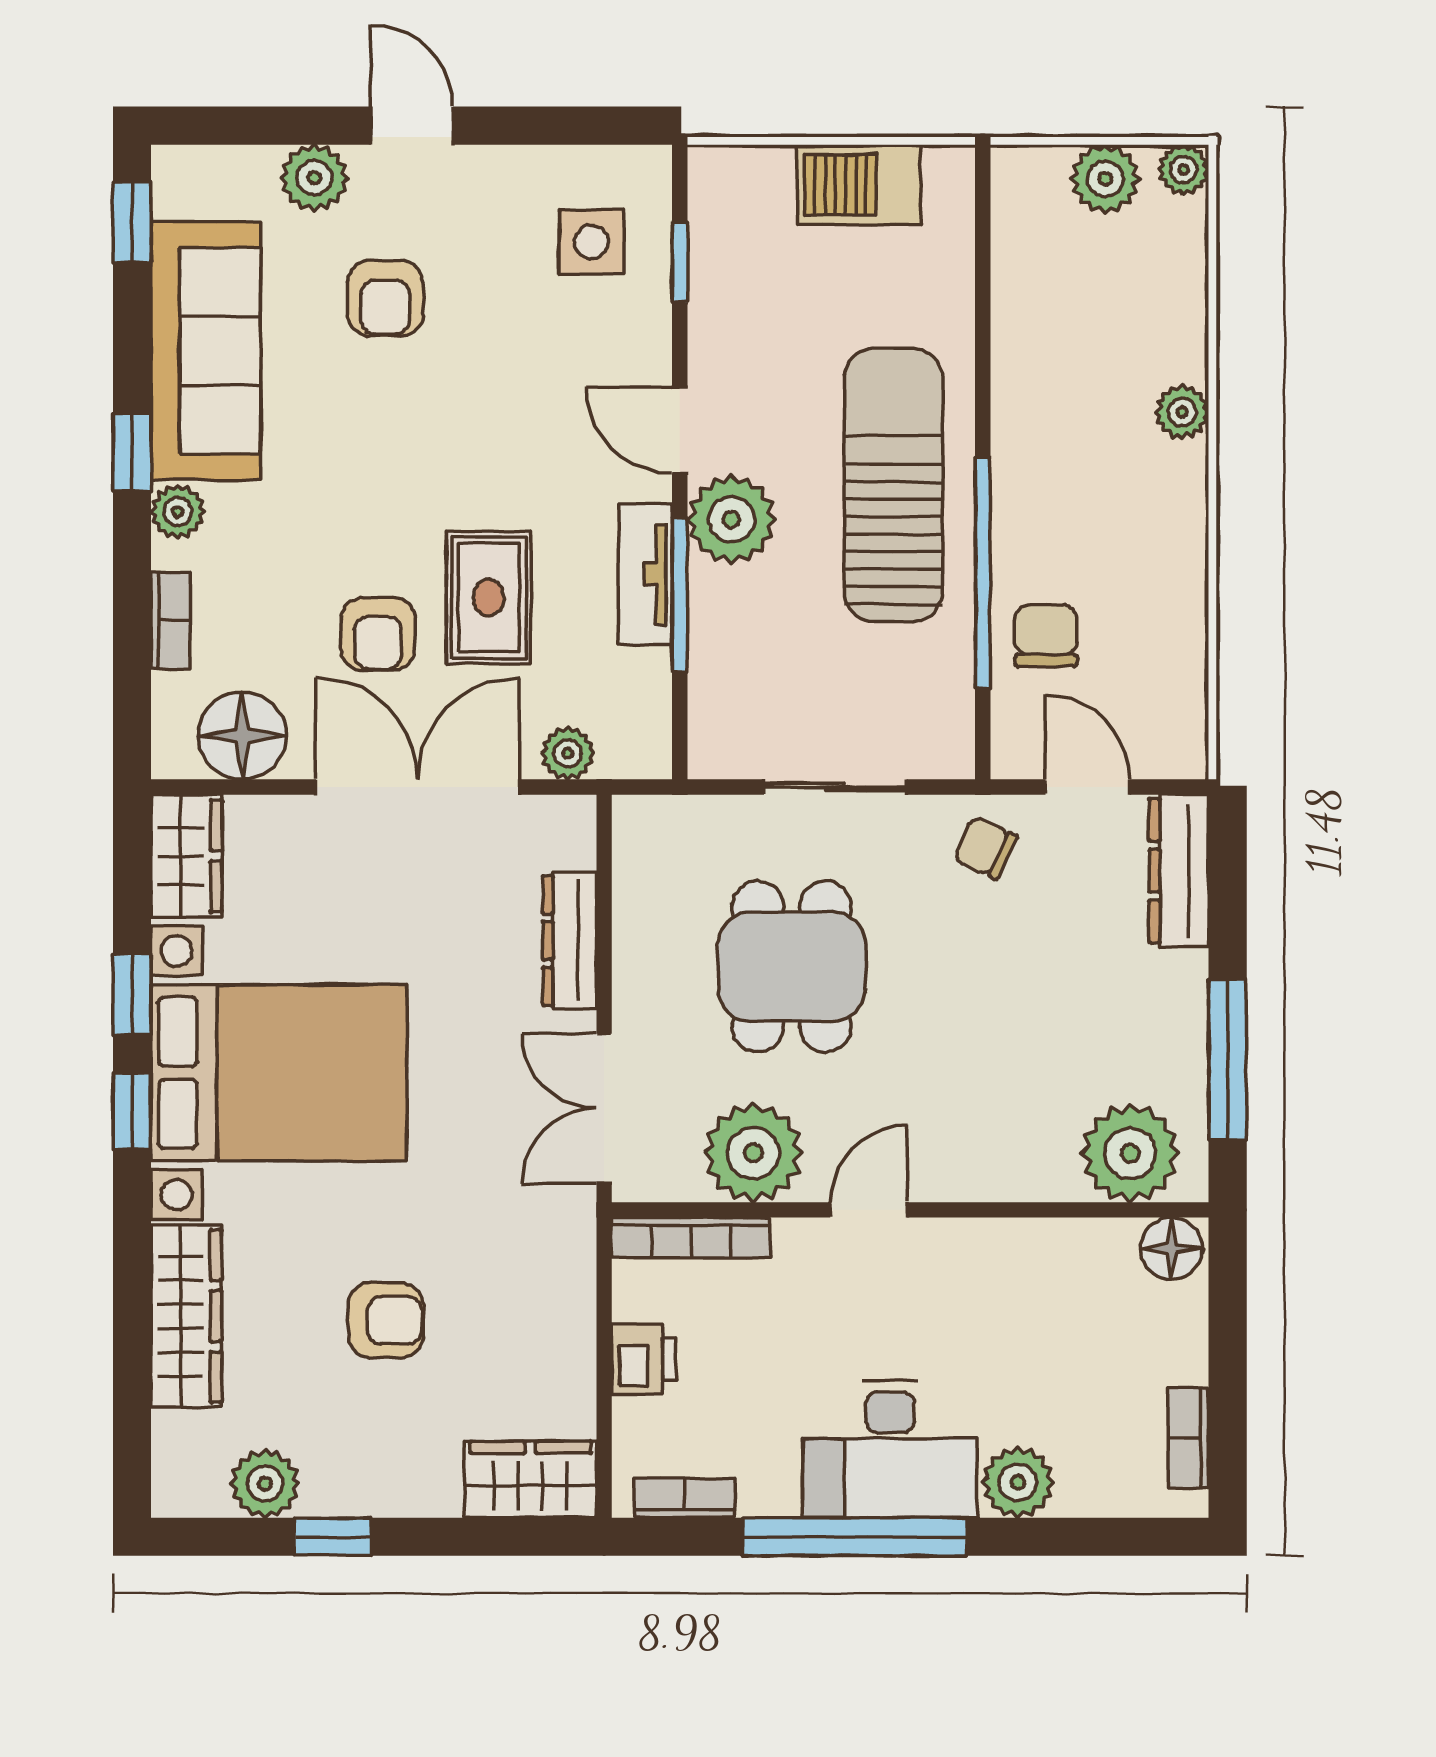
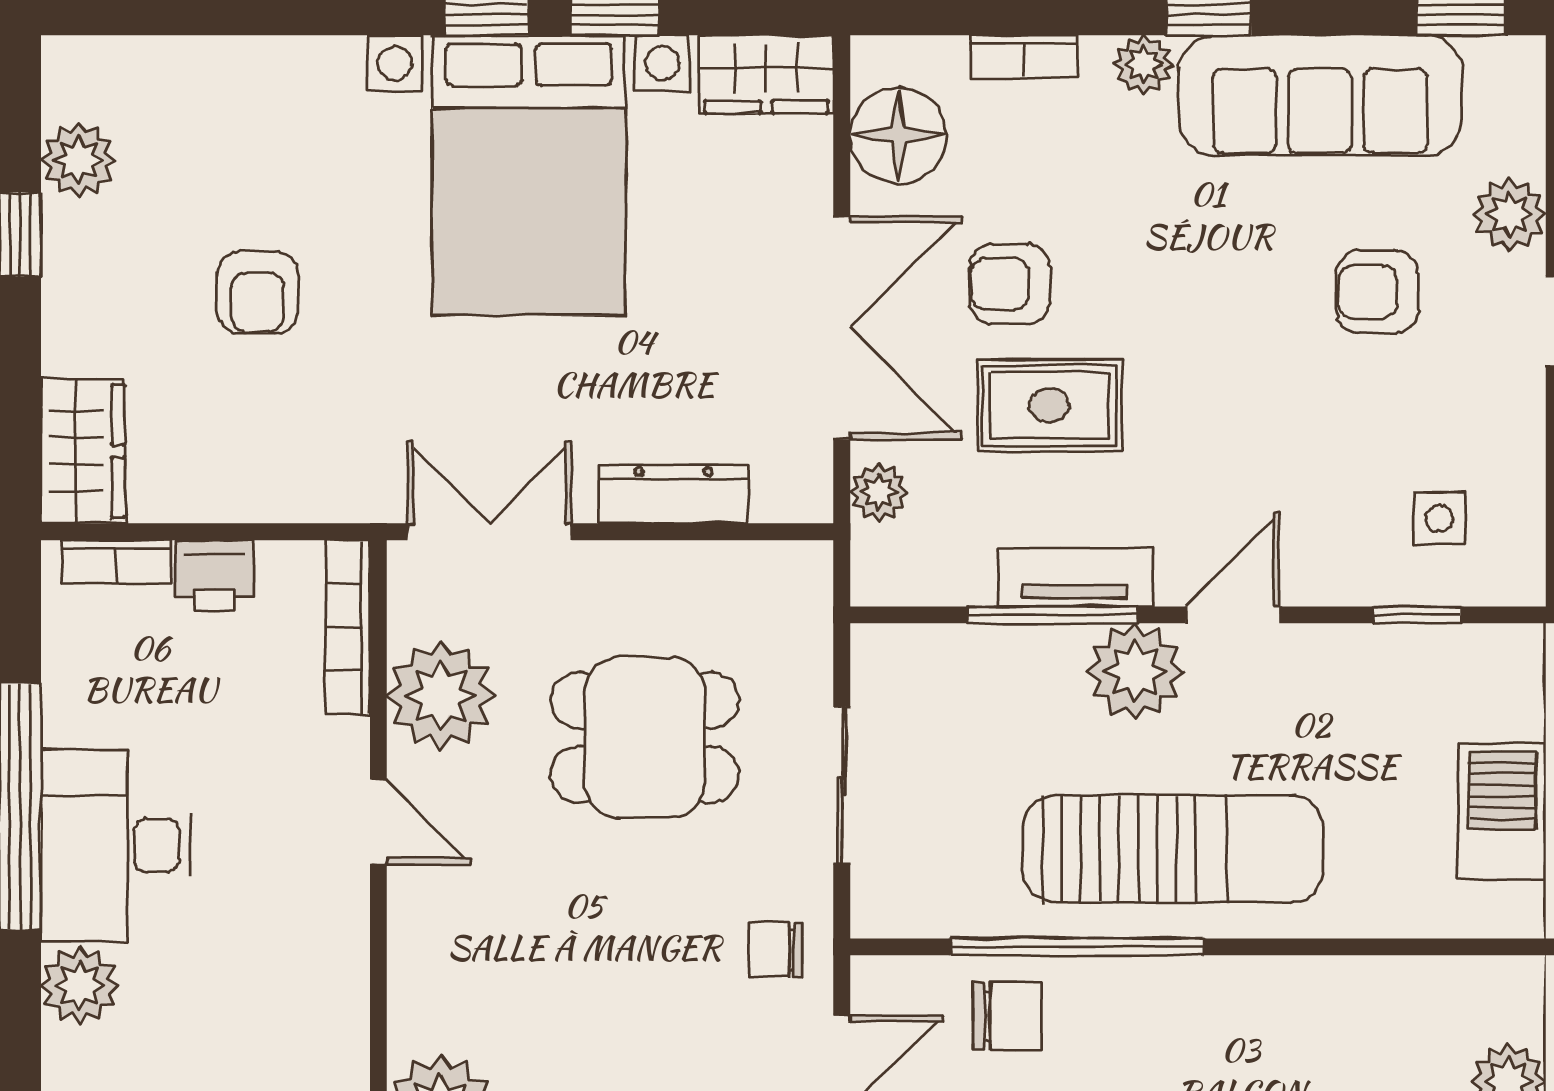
side table: (592, 242) -> (1439, 518), width x0.73, depth x0.73
chair: (985, 848) -> (775, 950), turned -115
wardrobe: (186, 1316) -> (262, 74), removed
bookcase: (684, 1498) -> (116, 562), moved, turned 90

